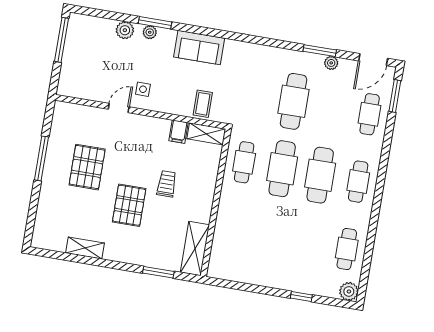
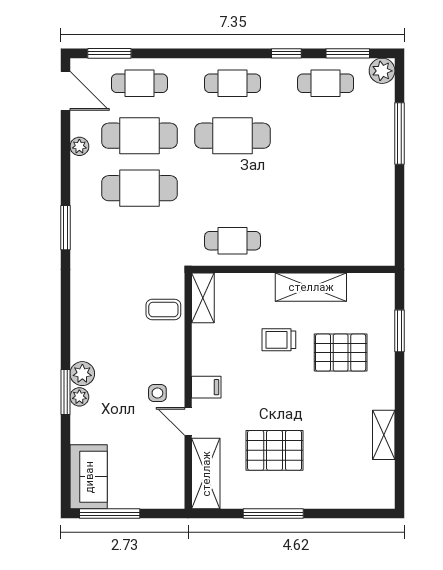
plant: (125, 30) -> (82, 374), moved
sofa: (199, 48) -> (89, 477), moved
window: (320, 51) -> (65, 228), moved
shelving: (79, 114) -> (206, 474), added
filing cabinet: (178, 132) -> (206, 387), moved
cafe table: (282, 169) -> (139, 136), moved
pallet: (129, 205) -> (341, 353), moved
window: (373, 224) -> (286, 53), added
shelving: (195, 249) -> (311, 287), moved
window: (366, 269) -> (348, 53), added
window: (301, 296) -> (400, 134), width x2.17

